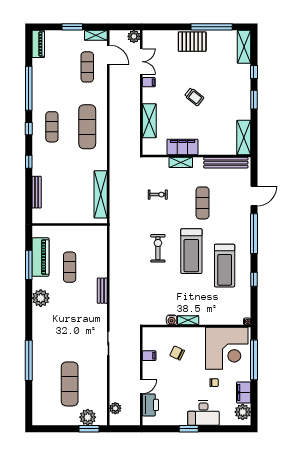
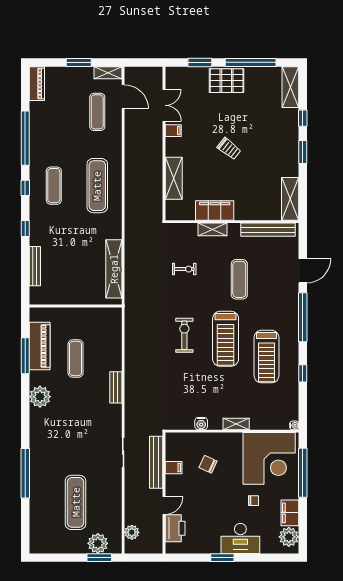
window: (170, 27) -> (200, 62), added
plant: (134, 36) -> (155, 74), removed
shelving: (188, 320) -> (236, 424), moved
bench: (135, 351) -> (156, 462), added

